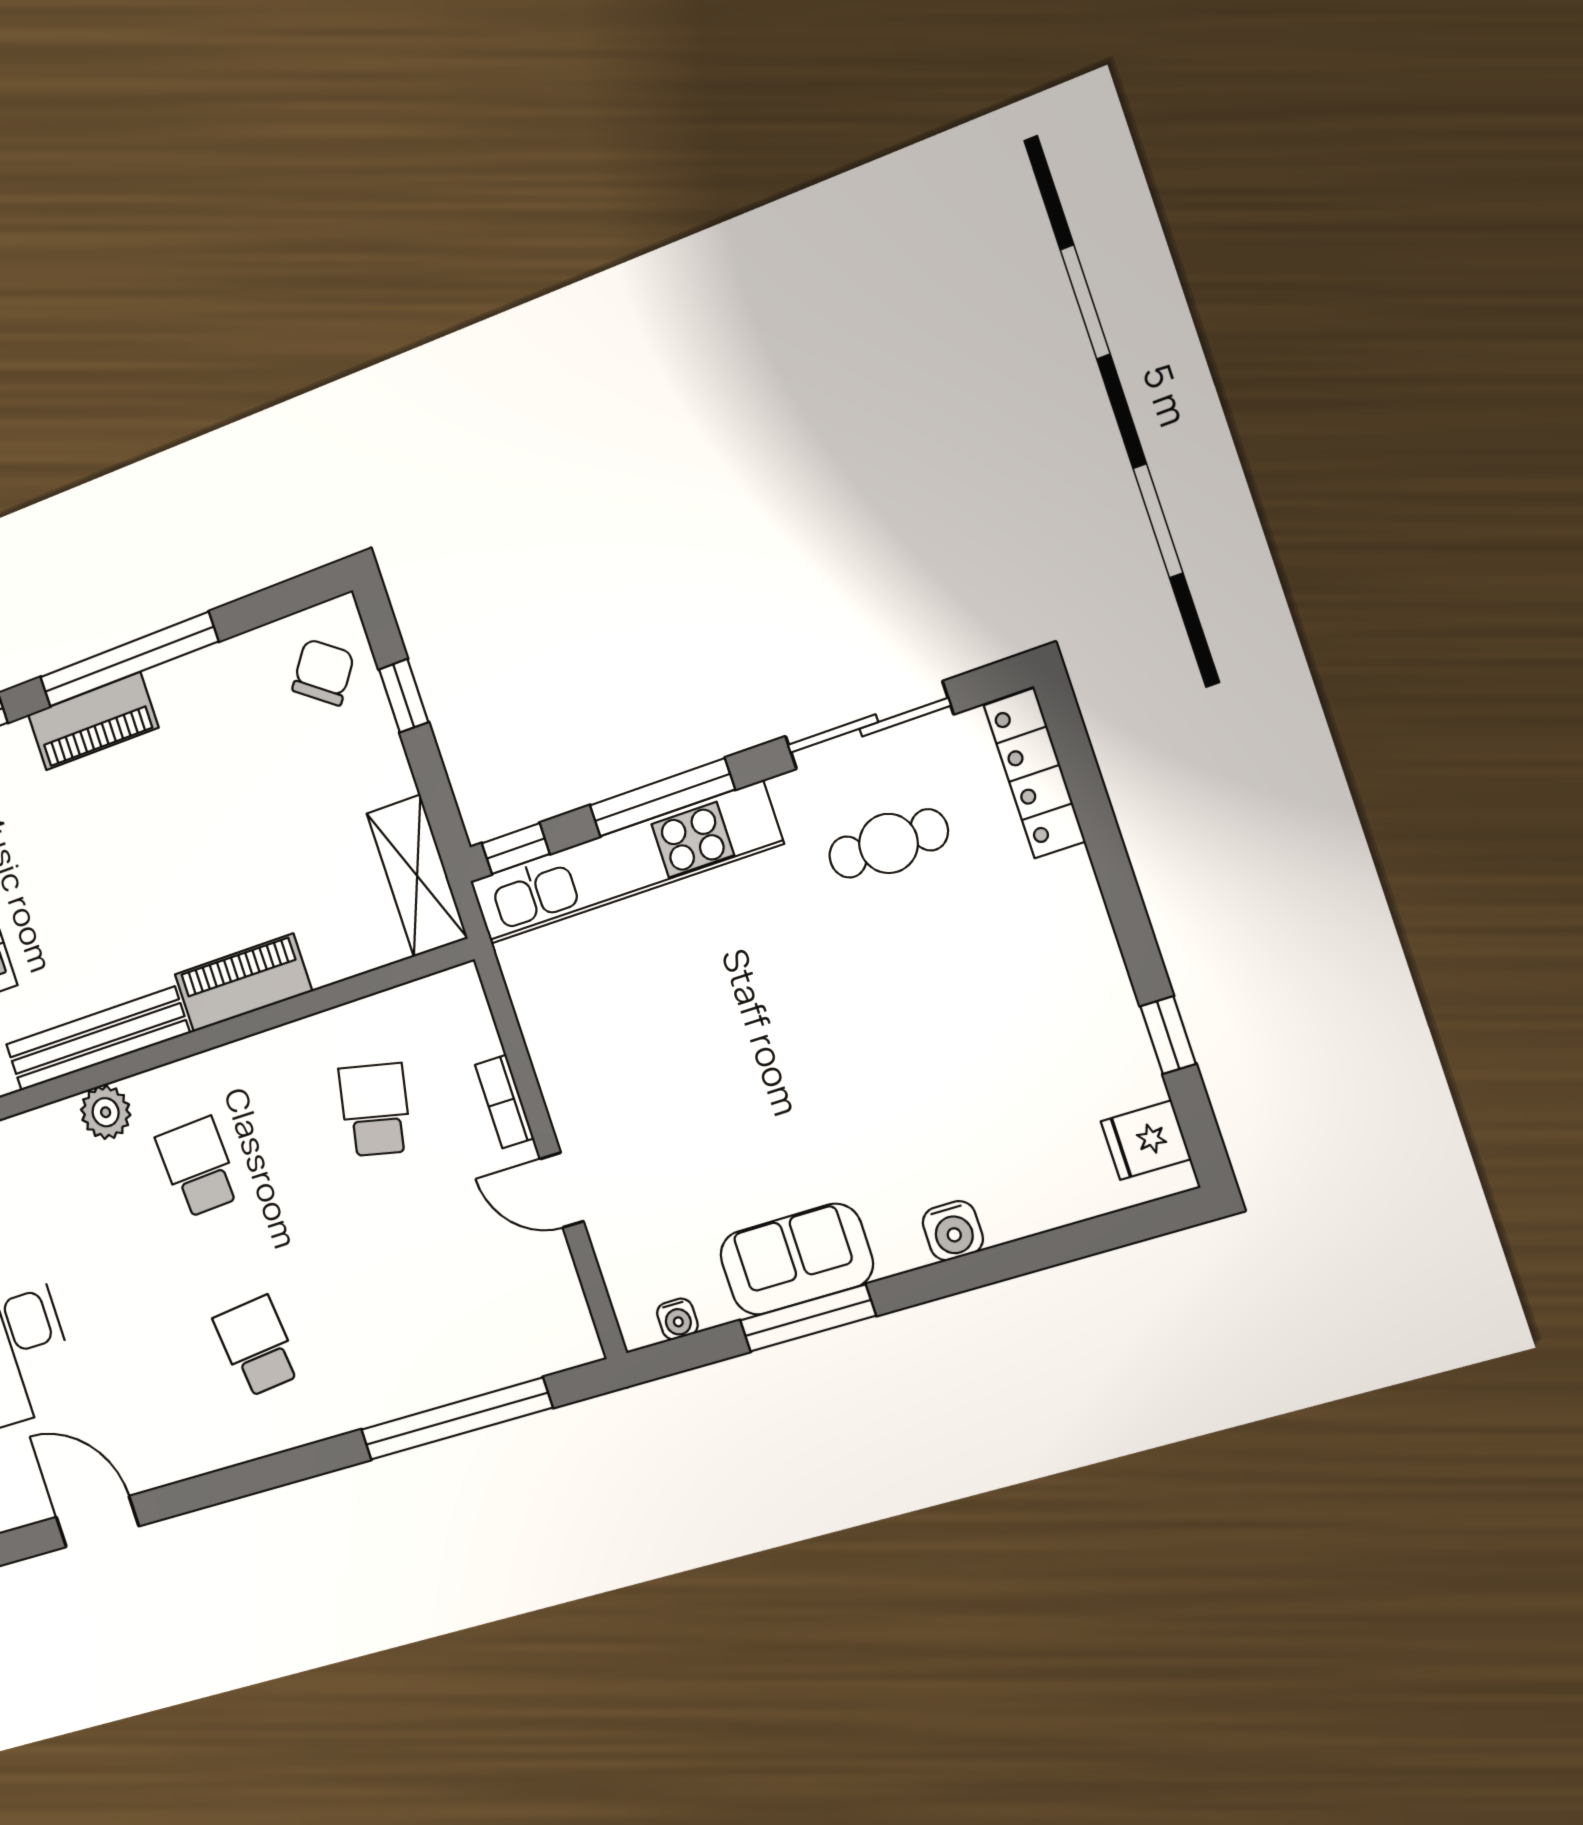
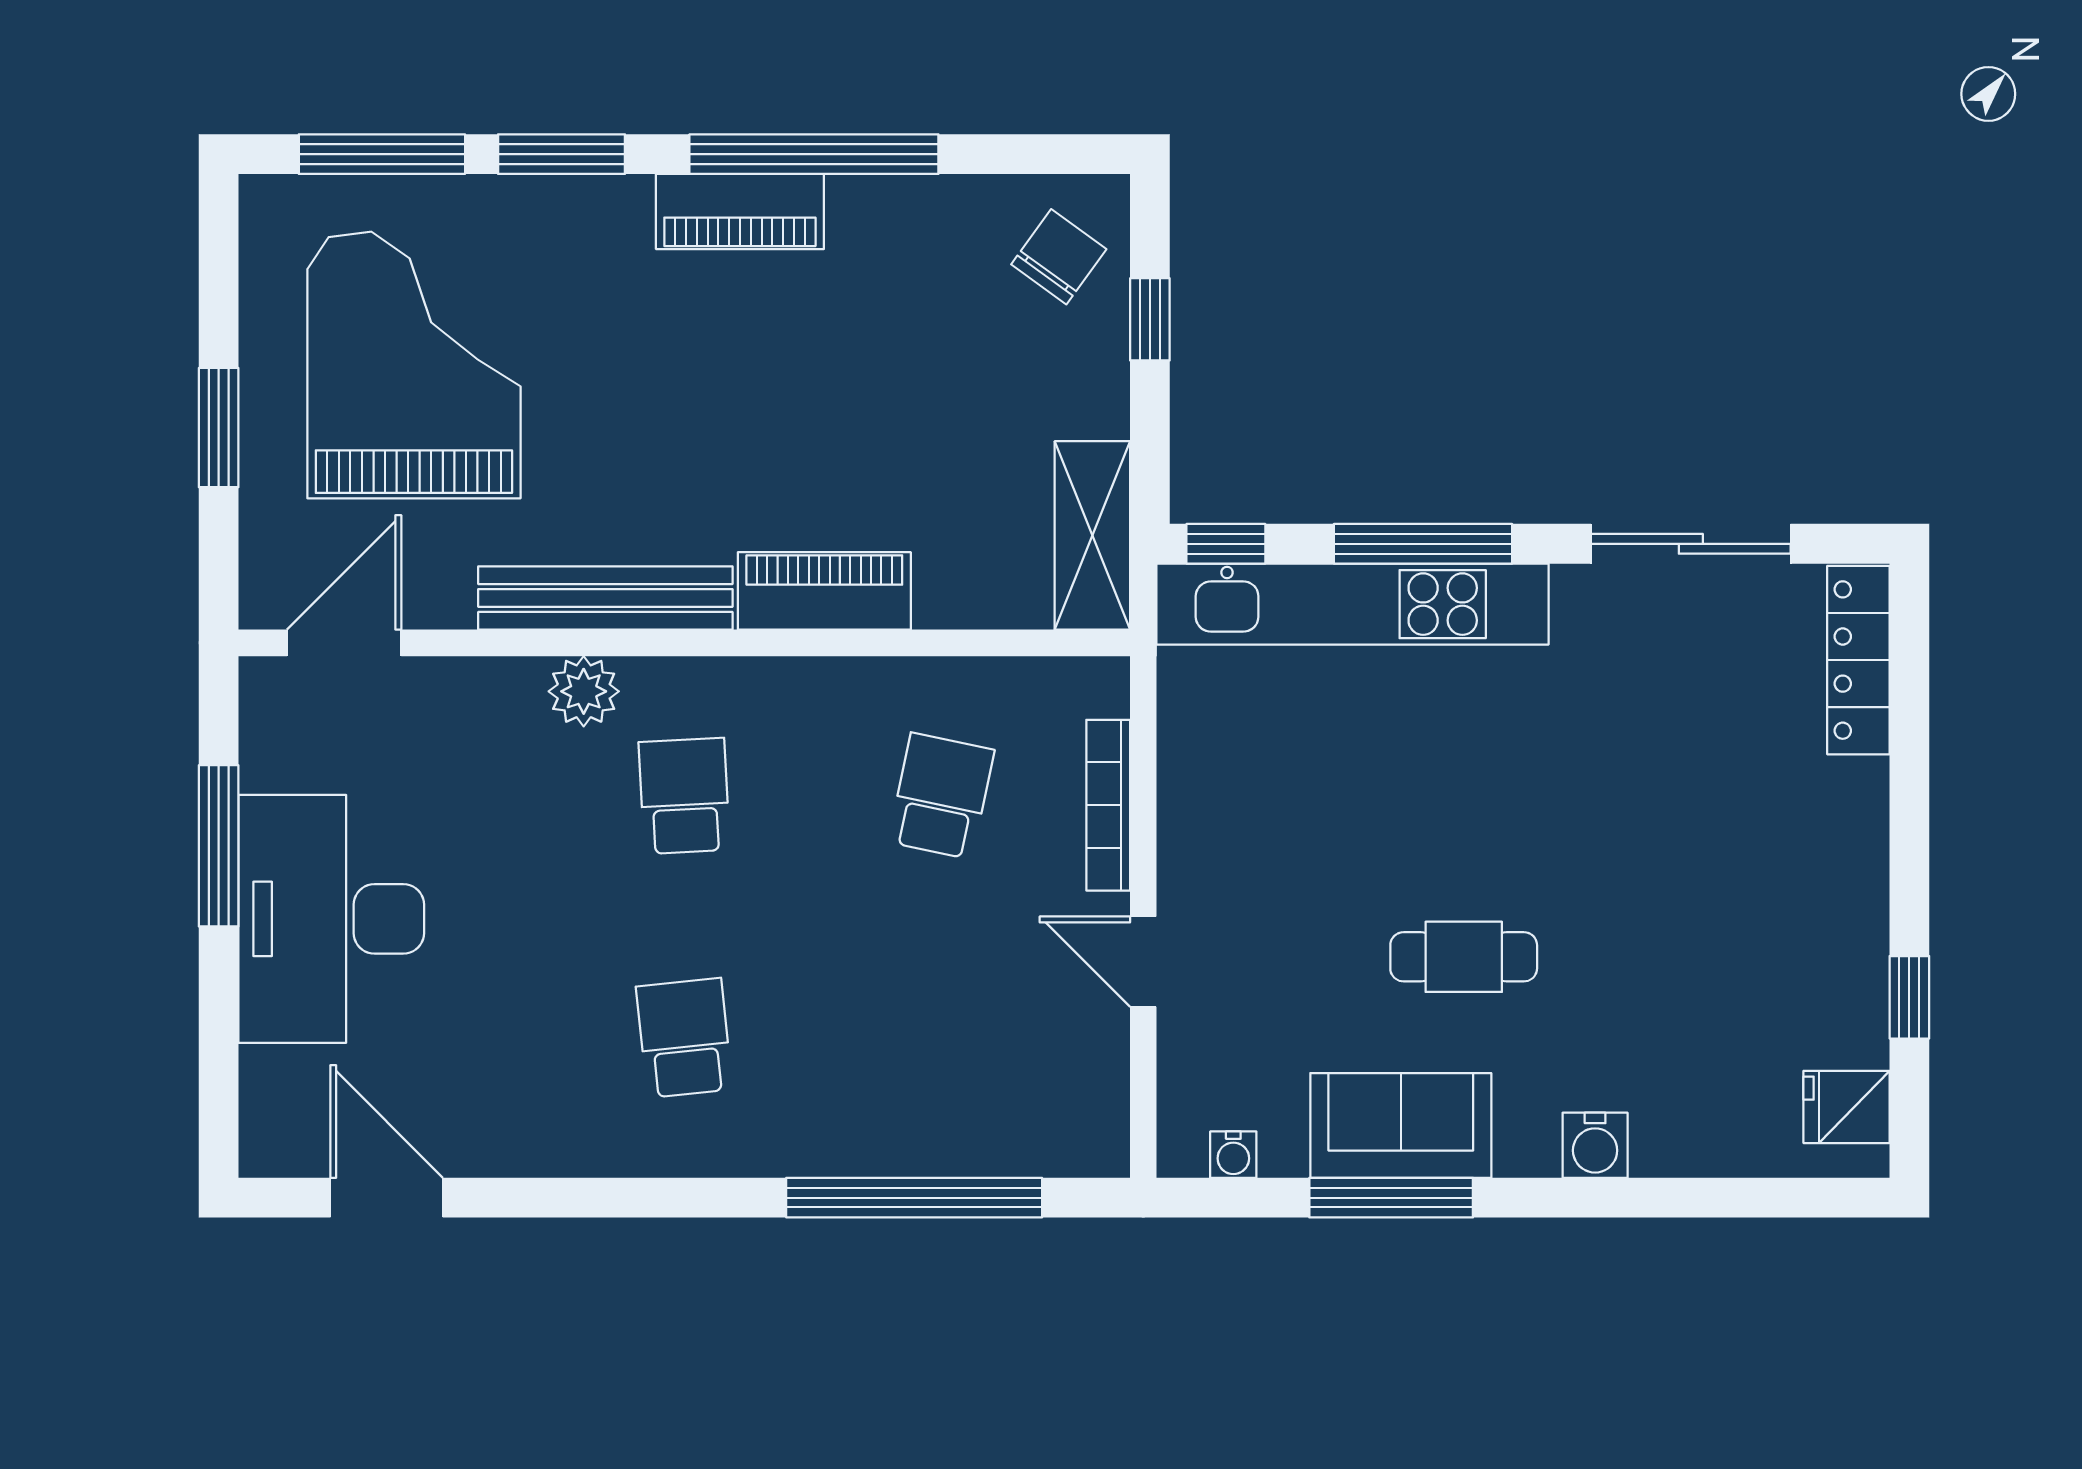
cafe table: (888, 843) -> (1464, 957), moved
bookcase: (504, 1102) -> (1108, 805), width x1.56

